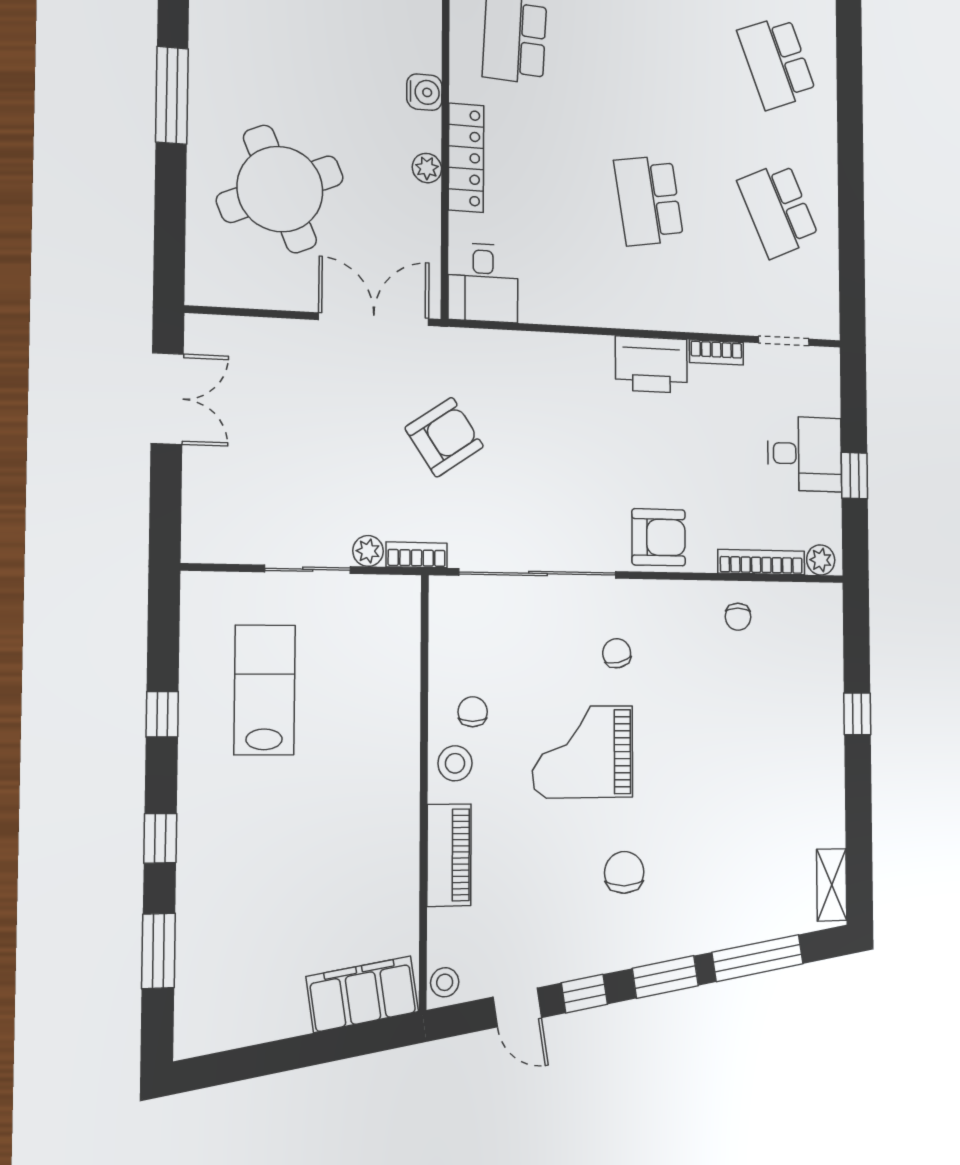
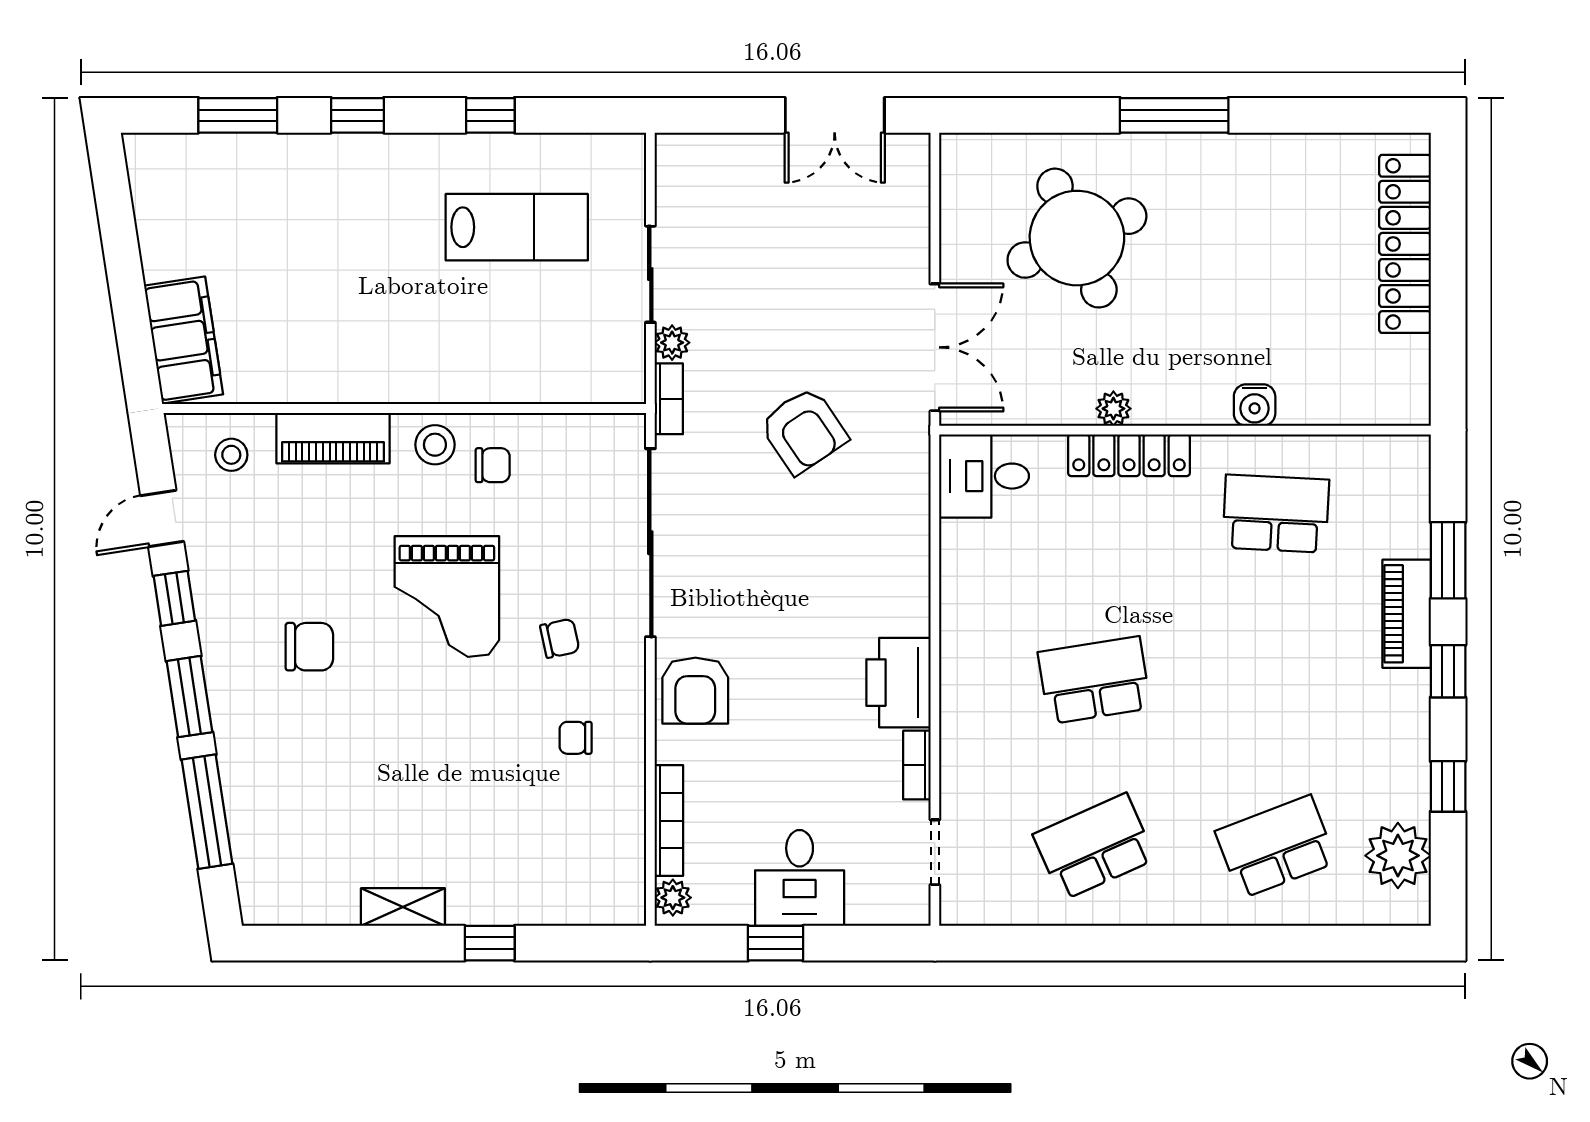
water cooler: (424, 92) -> (1255, 405), moved
chair: (738, 617) -> (576, 738), moved
grand piano: (583, 752) -> (447, 597), turned 180
shelving: (832, 885) -> (403, 907), moved
stool: (445, 982) -> (231, 455), moved

